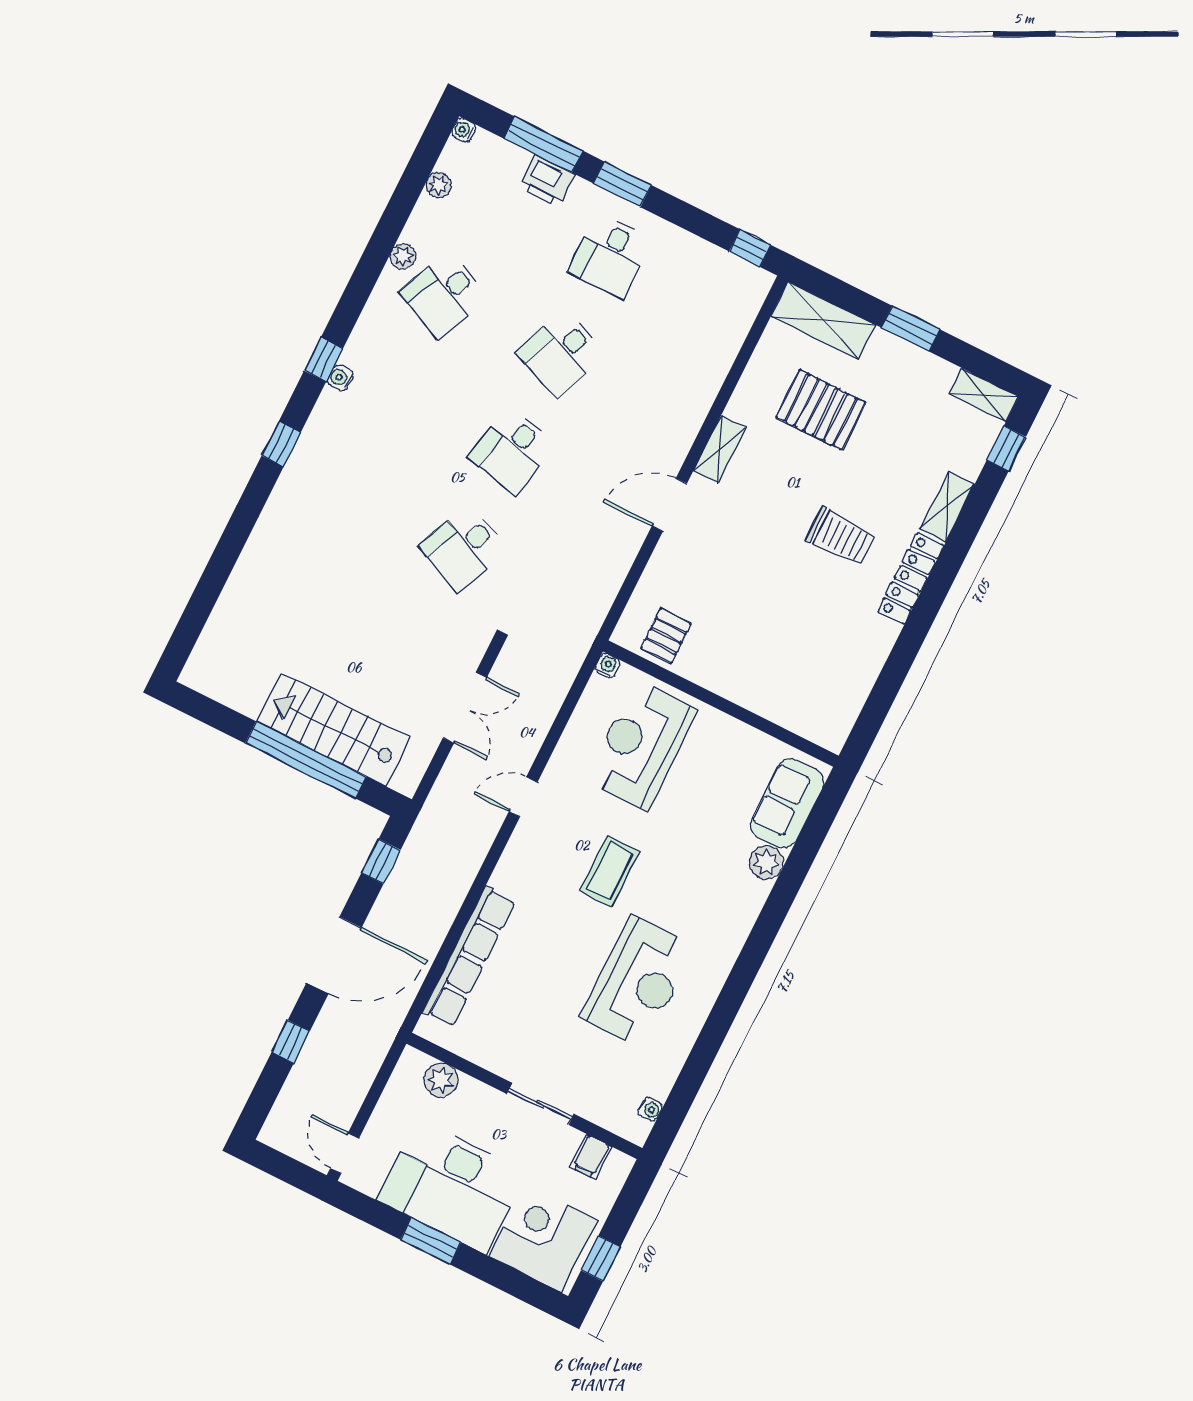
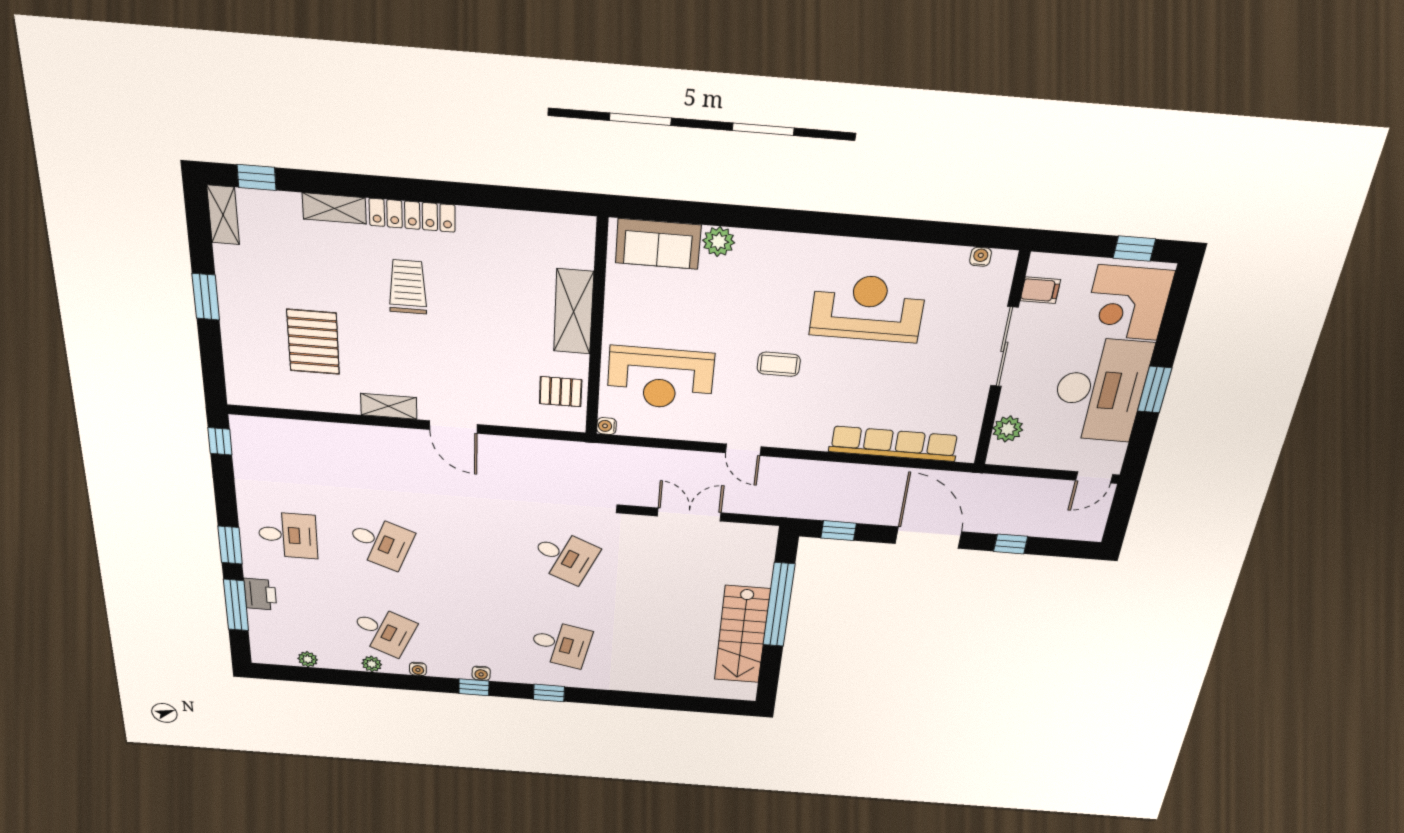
water cooler: (464, 130) -> (418, 669), moved
shelving: (823, 320) -> (574, 312), moved
desk: (512, 451) -> (561, 644), moved
stairs: (333, 730) -> (742, 635), moved
coffee table: (610, 871) -> (779, 364), width x0.73, depth x0.77
sliding door: (540, 1104) -> (1004, 347), width x1.37

